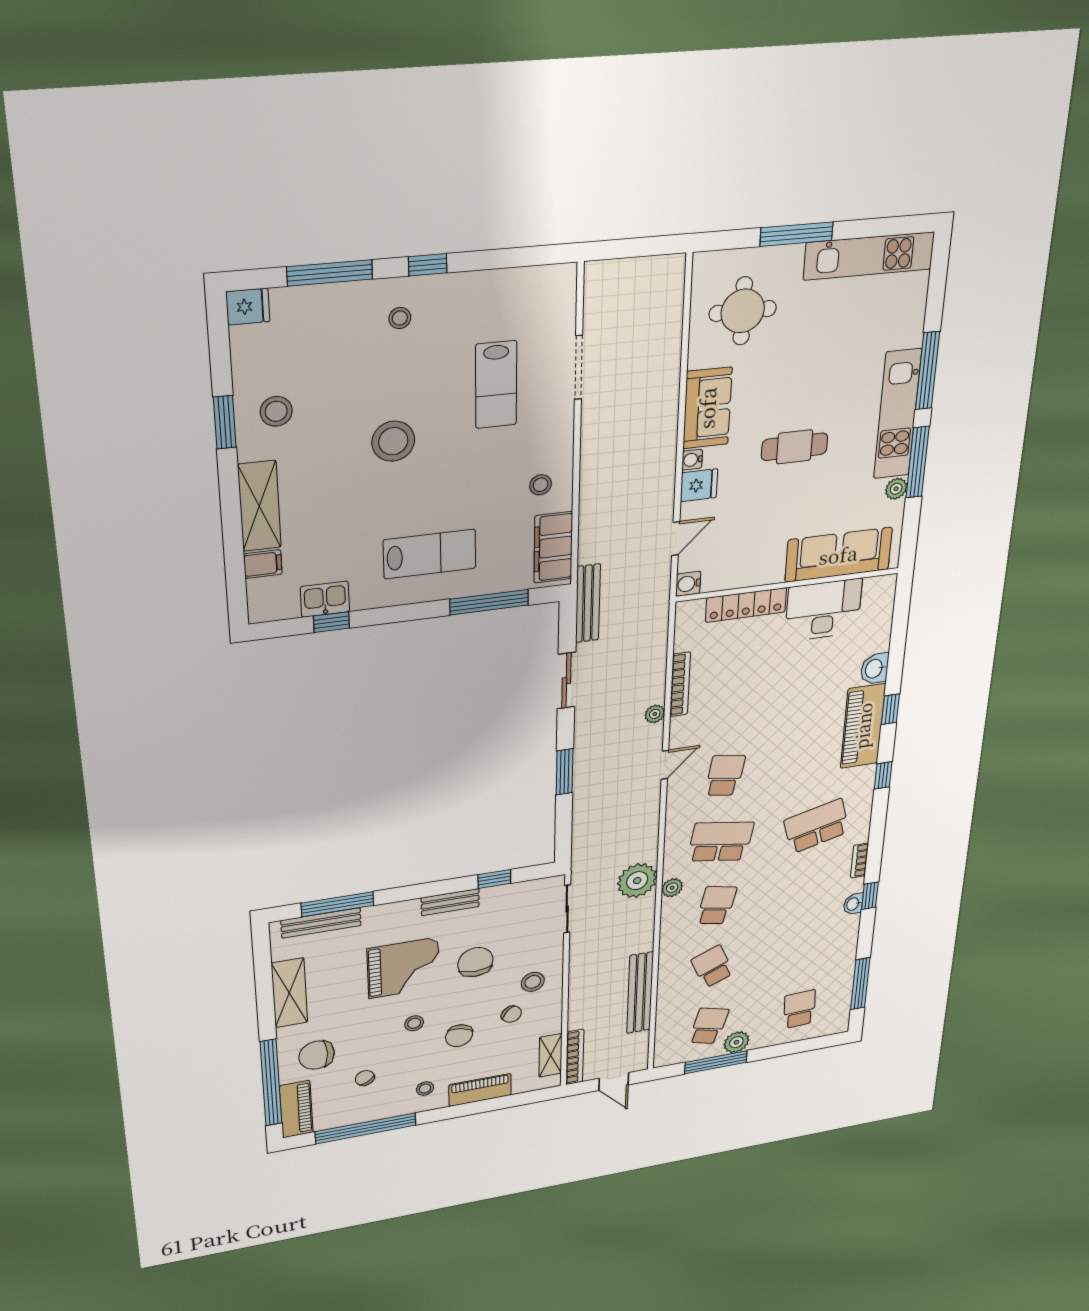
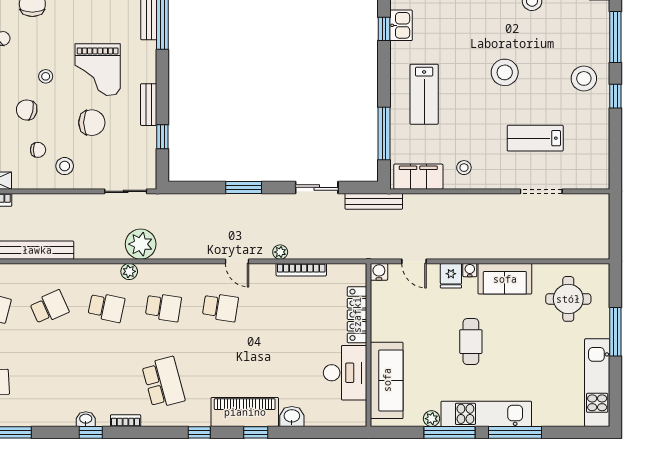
stool: (400, 318) -> (584, 78), width x1.89, depth x1.89
school desk: (721, 842) -> (163, 307), width x0.54
chair: (511, 1014) -> (38, 150), turned -130

